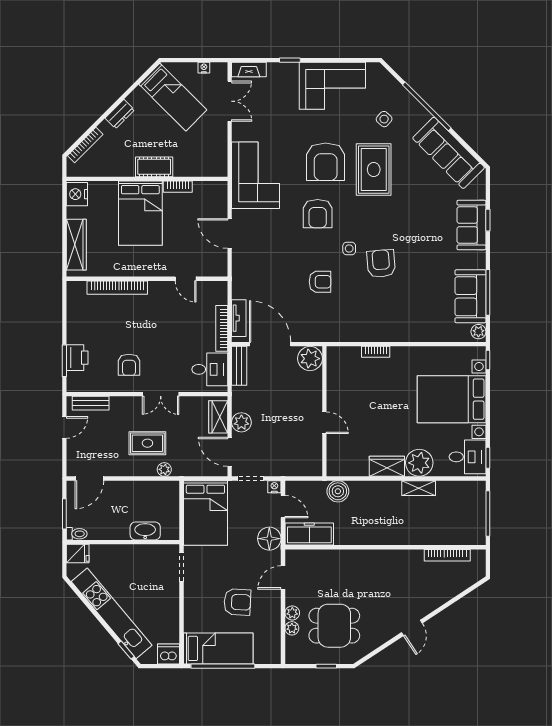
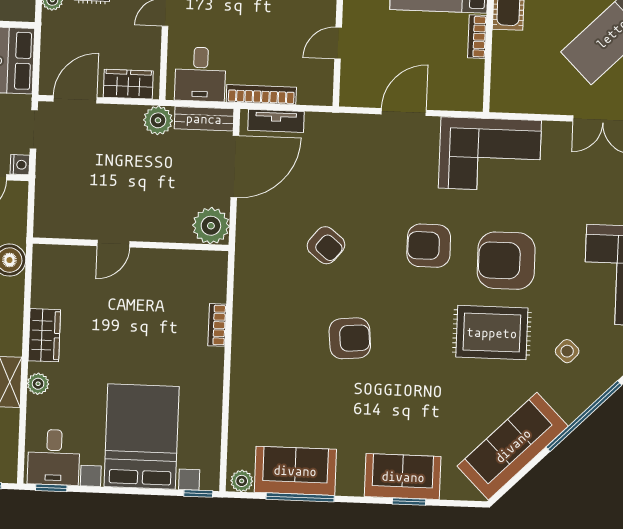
side table: (349, 248) -> (374, 291), removed
armchair: (320, 282) -> (326, 245), turned -51
plant: (241, 422) -> (158, 120), moved
plant: (419, 463) -> (38, 384), width x0.53, depth x0.53

